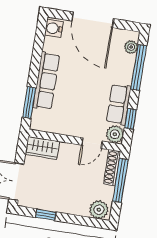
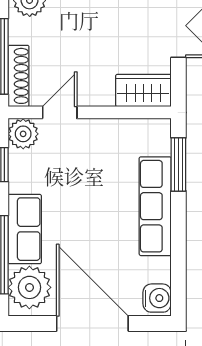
plant: (131, 47) -> (29, 287), width x1.87, depth x1.87
row of seats: (119, 104) -> (25, 229), moved

